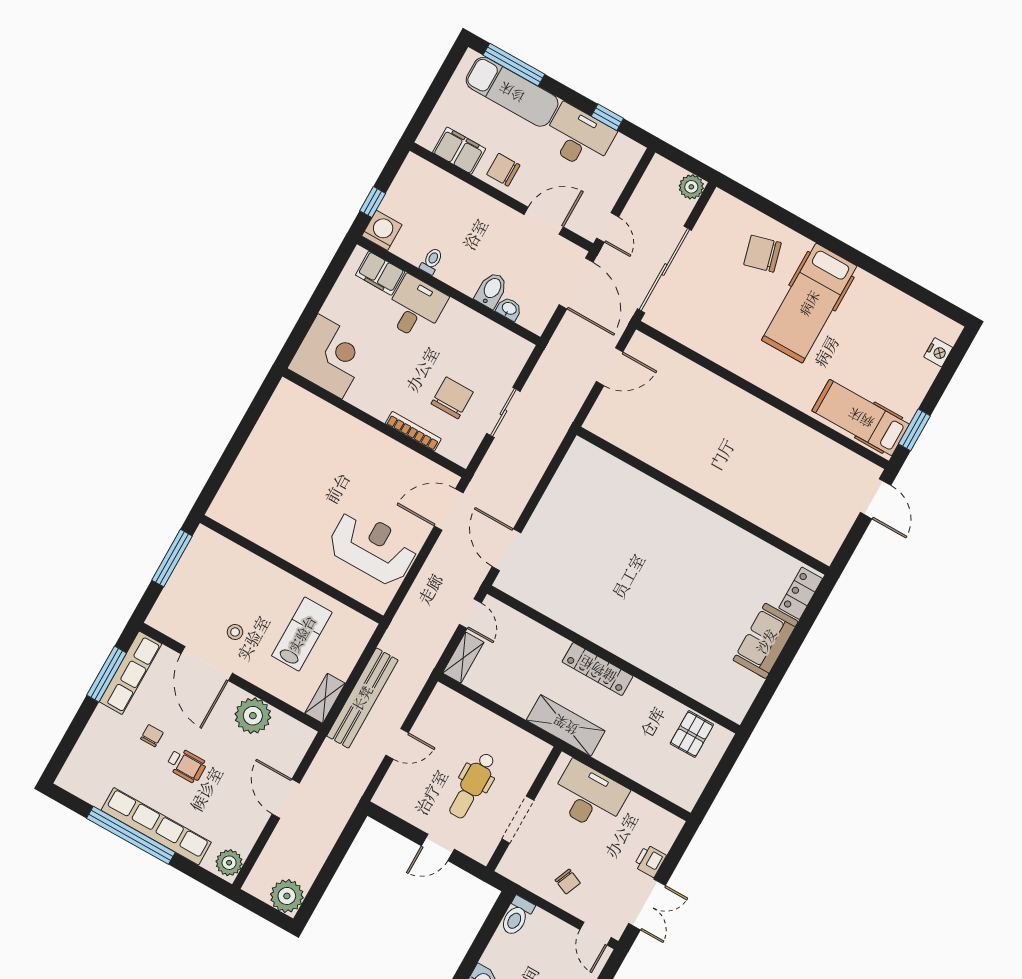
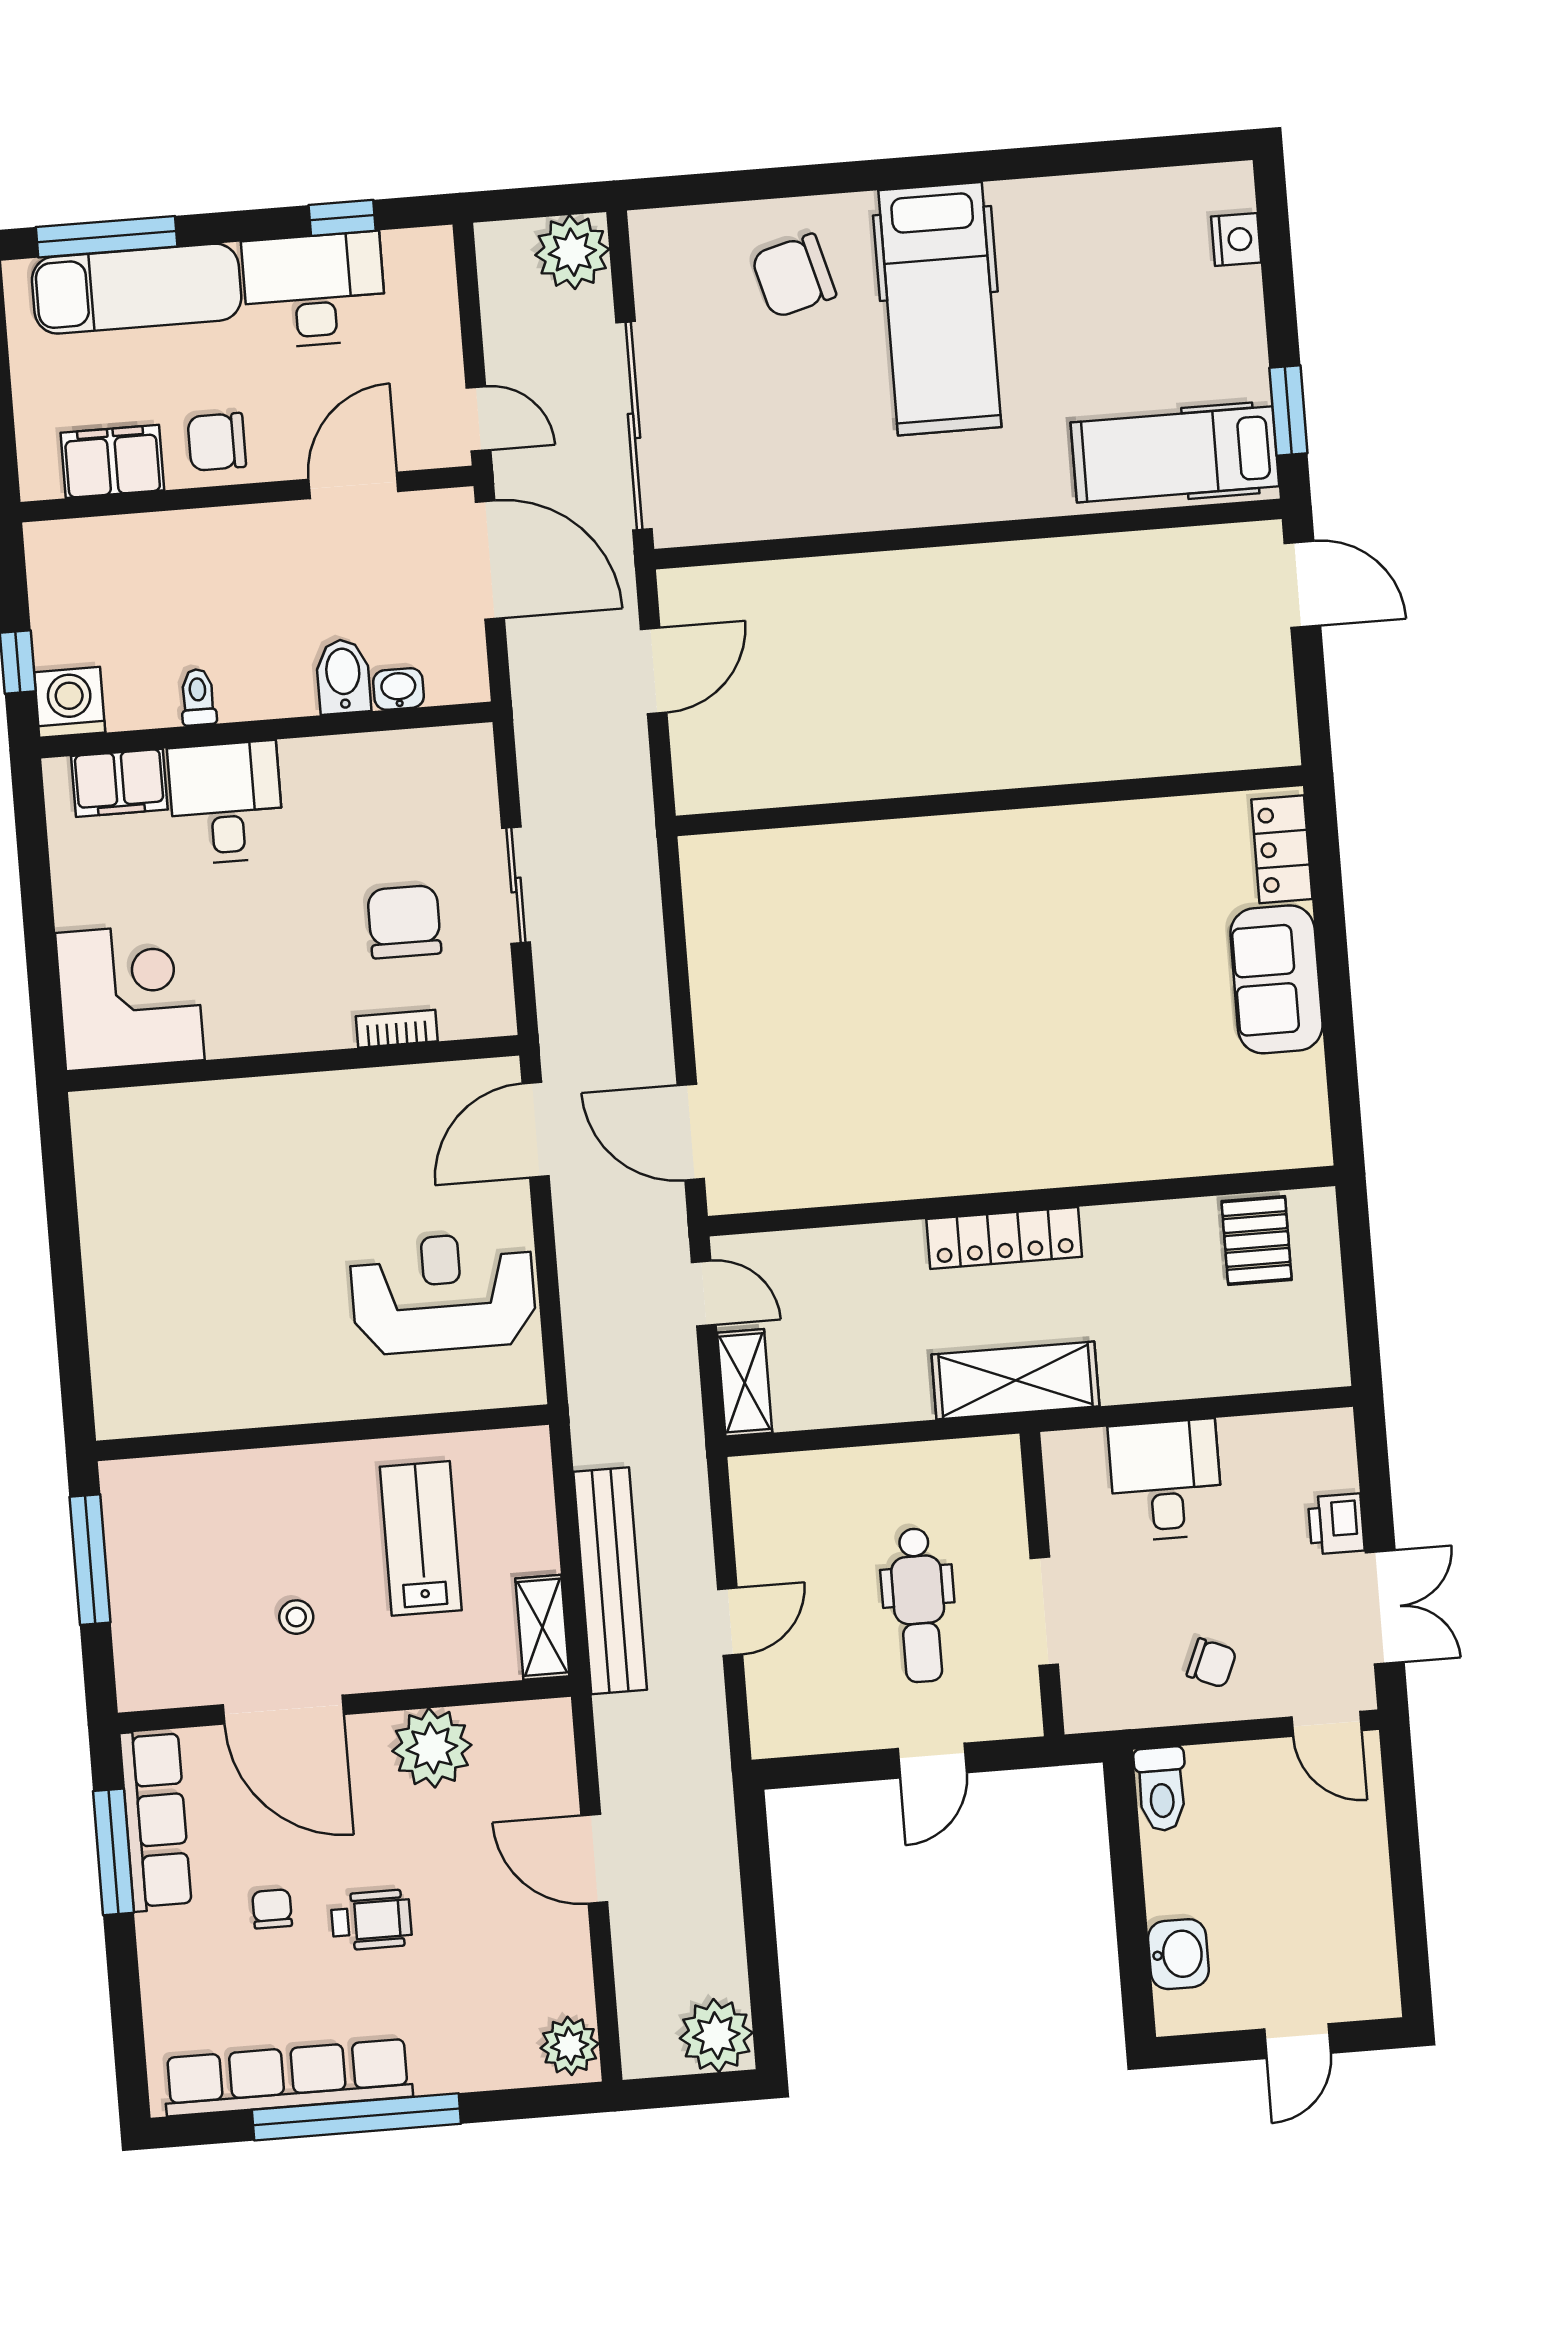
plant: (691, 187) -> (572, 252), width x1.36, depth x1.36
bookcase: (413, 431) -> (397, 1029), width x0.64
desk: (589, 797) -> (1166, 1480), width x0.73
row of seats: (156, 826) -> (288, 2077), moved

